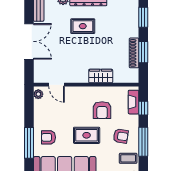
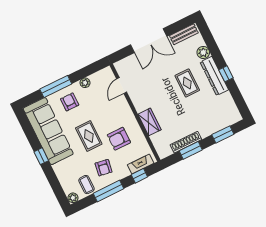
plant: (38, 94) -> (85, 83), moved

